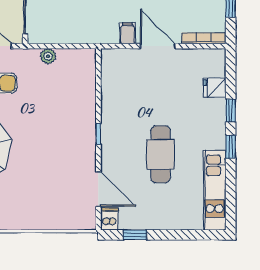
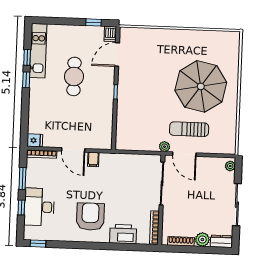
plant: (48, 56) -> (165, 147), moved
fridge: (215, 88) -> (35, 140), moved
window: (231, 111) -> (27, 57), moved
door: (98, 189) -> (117, 55), hinge flipped

